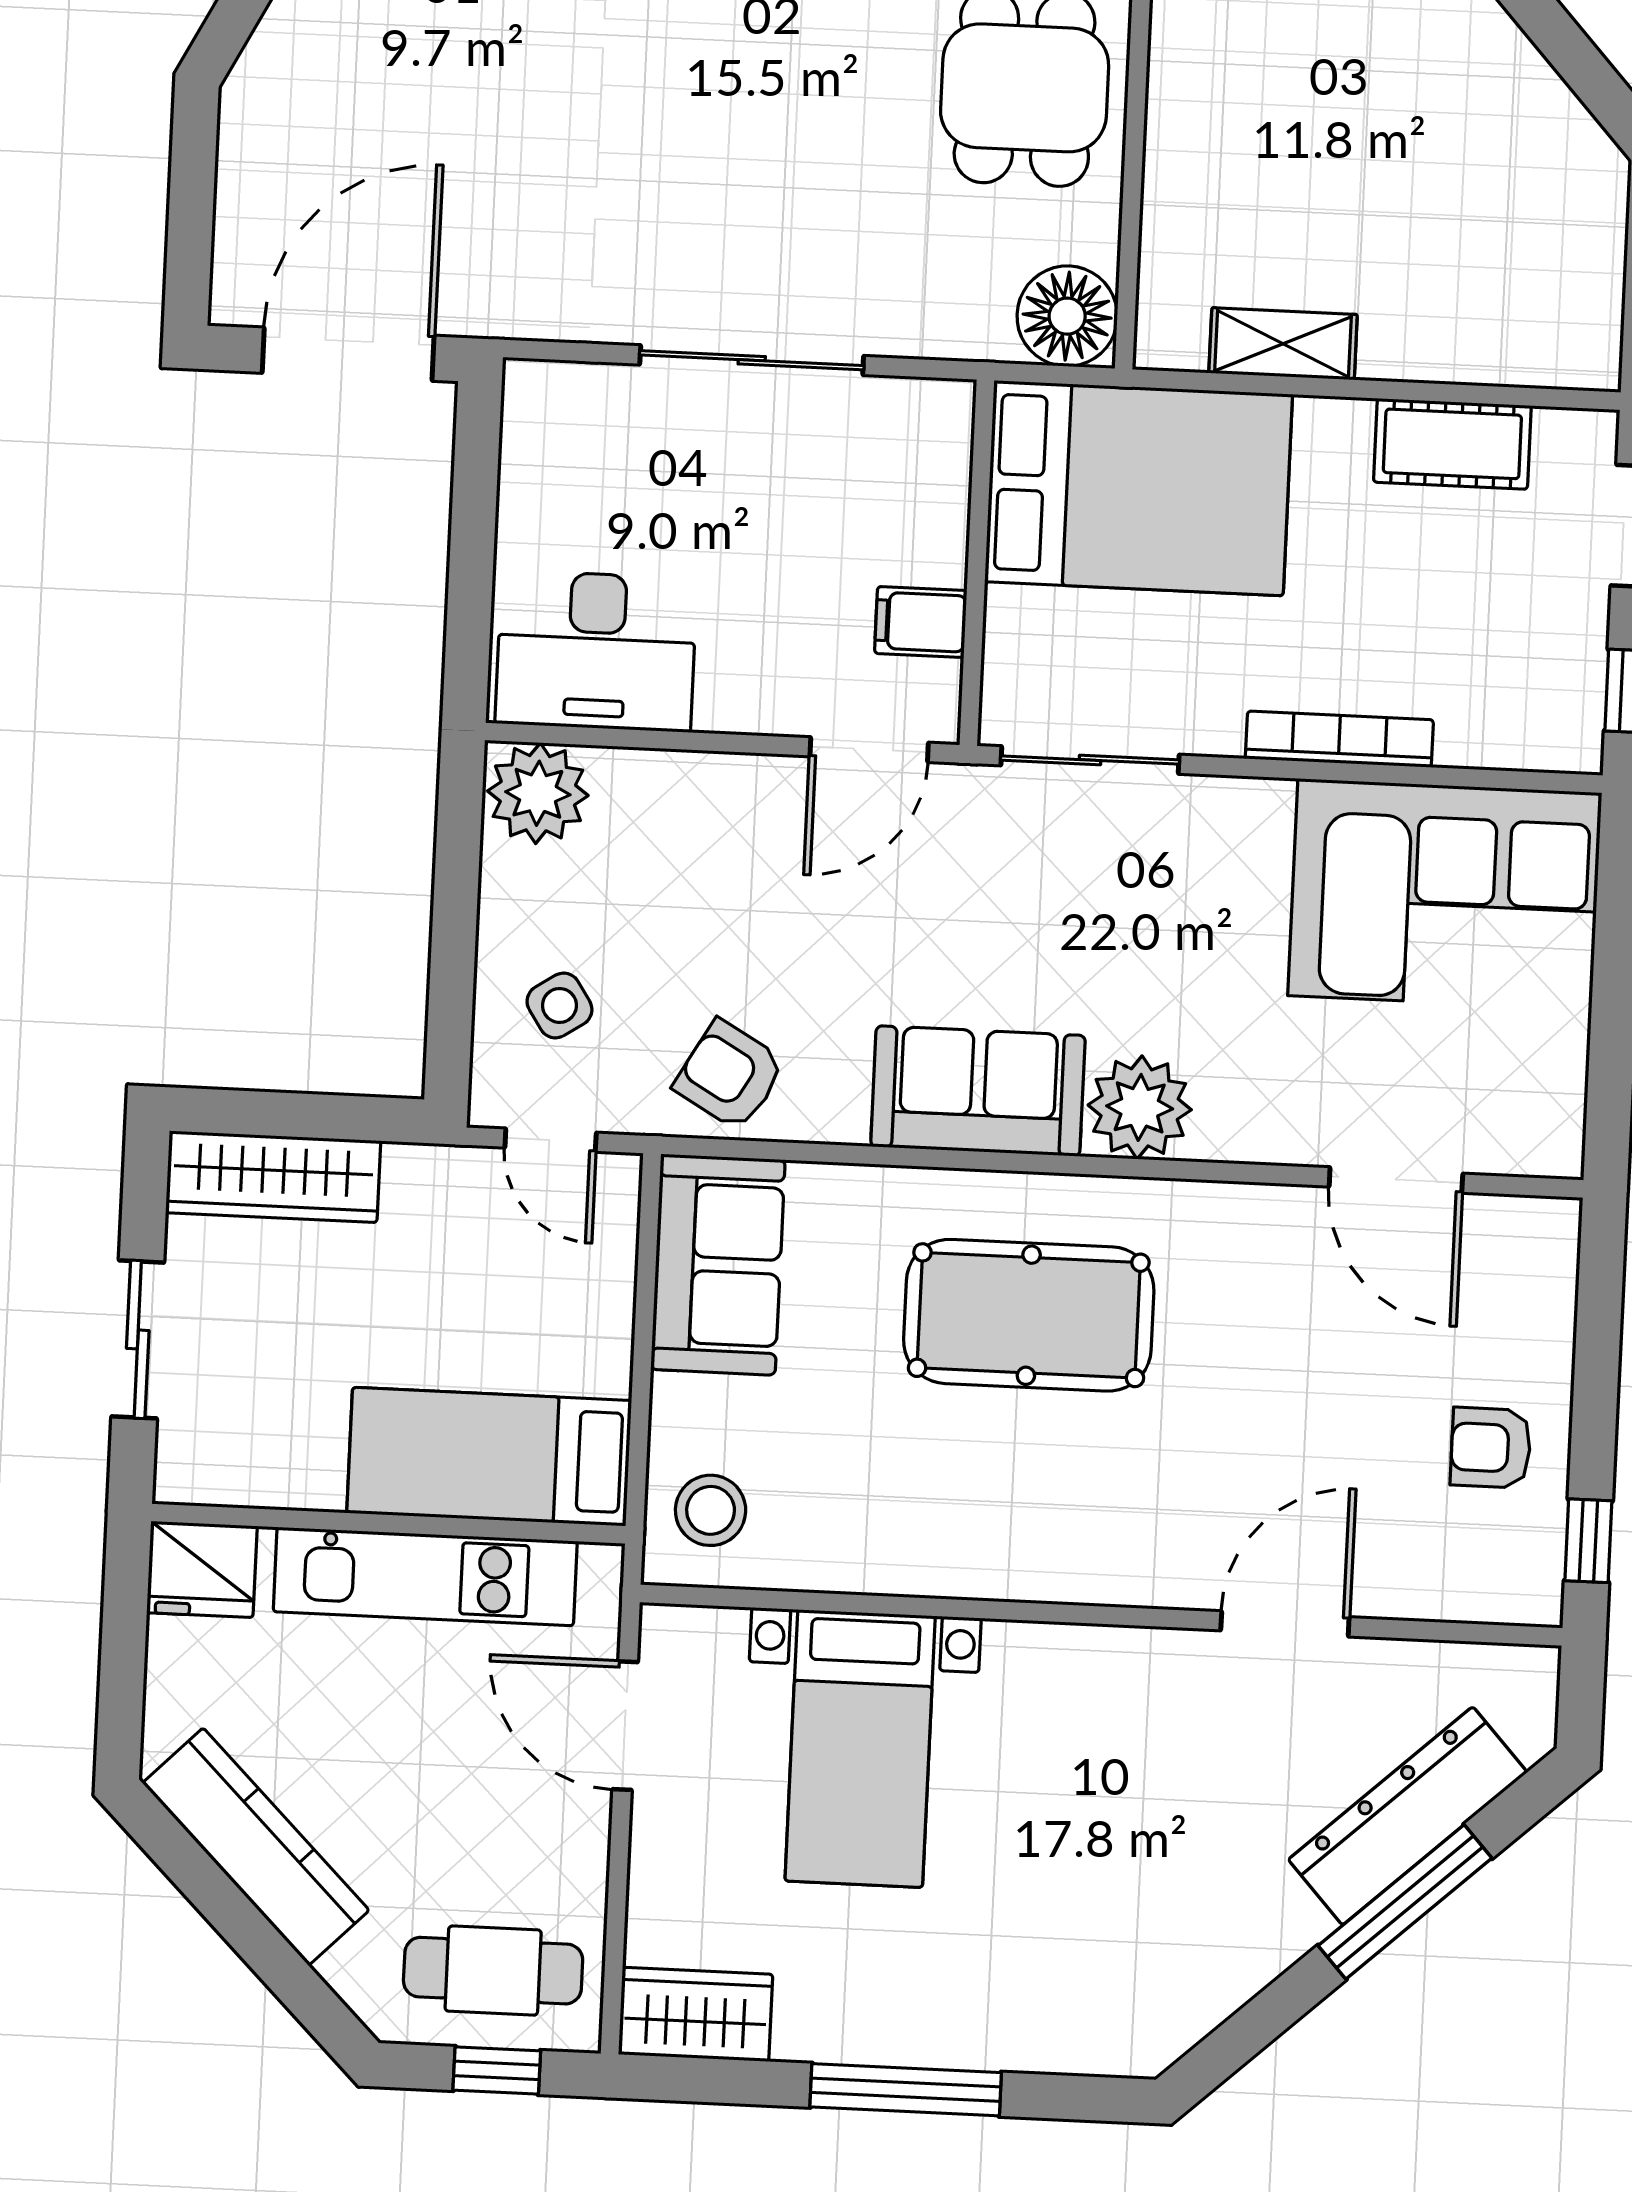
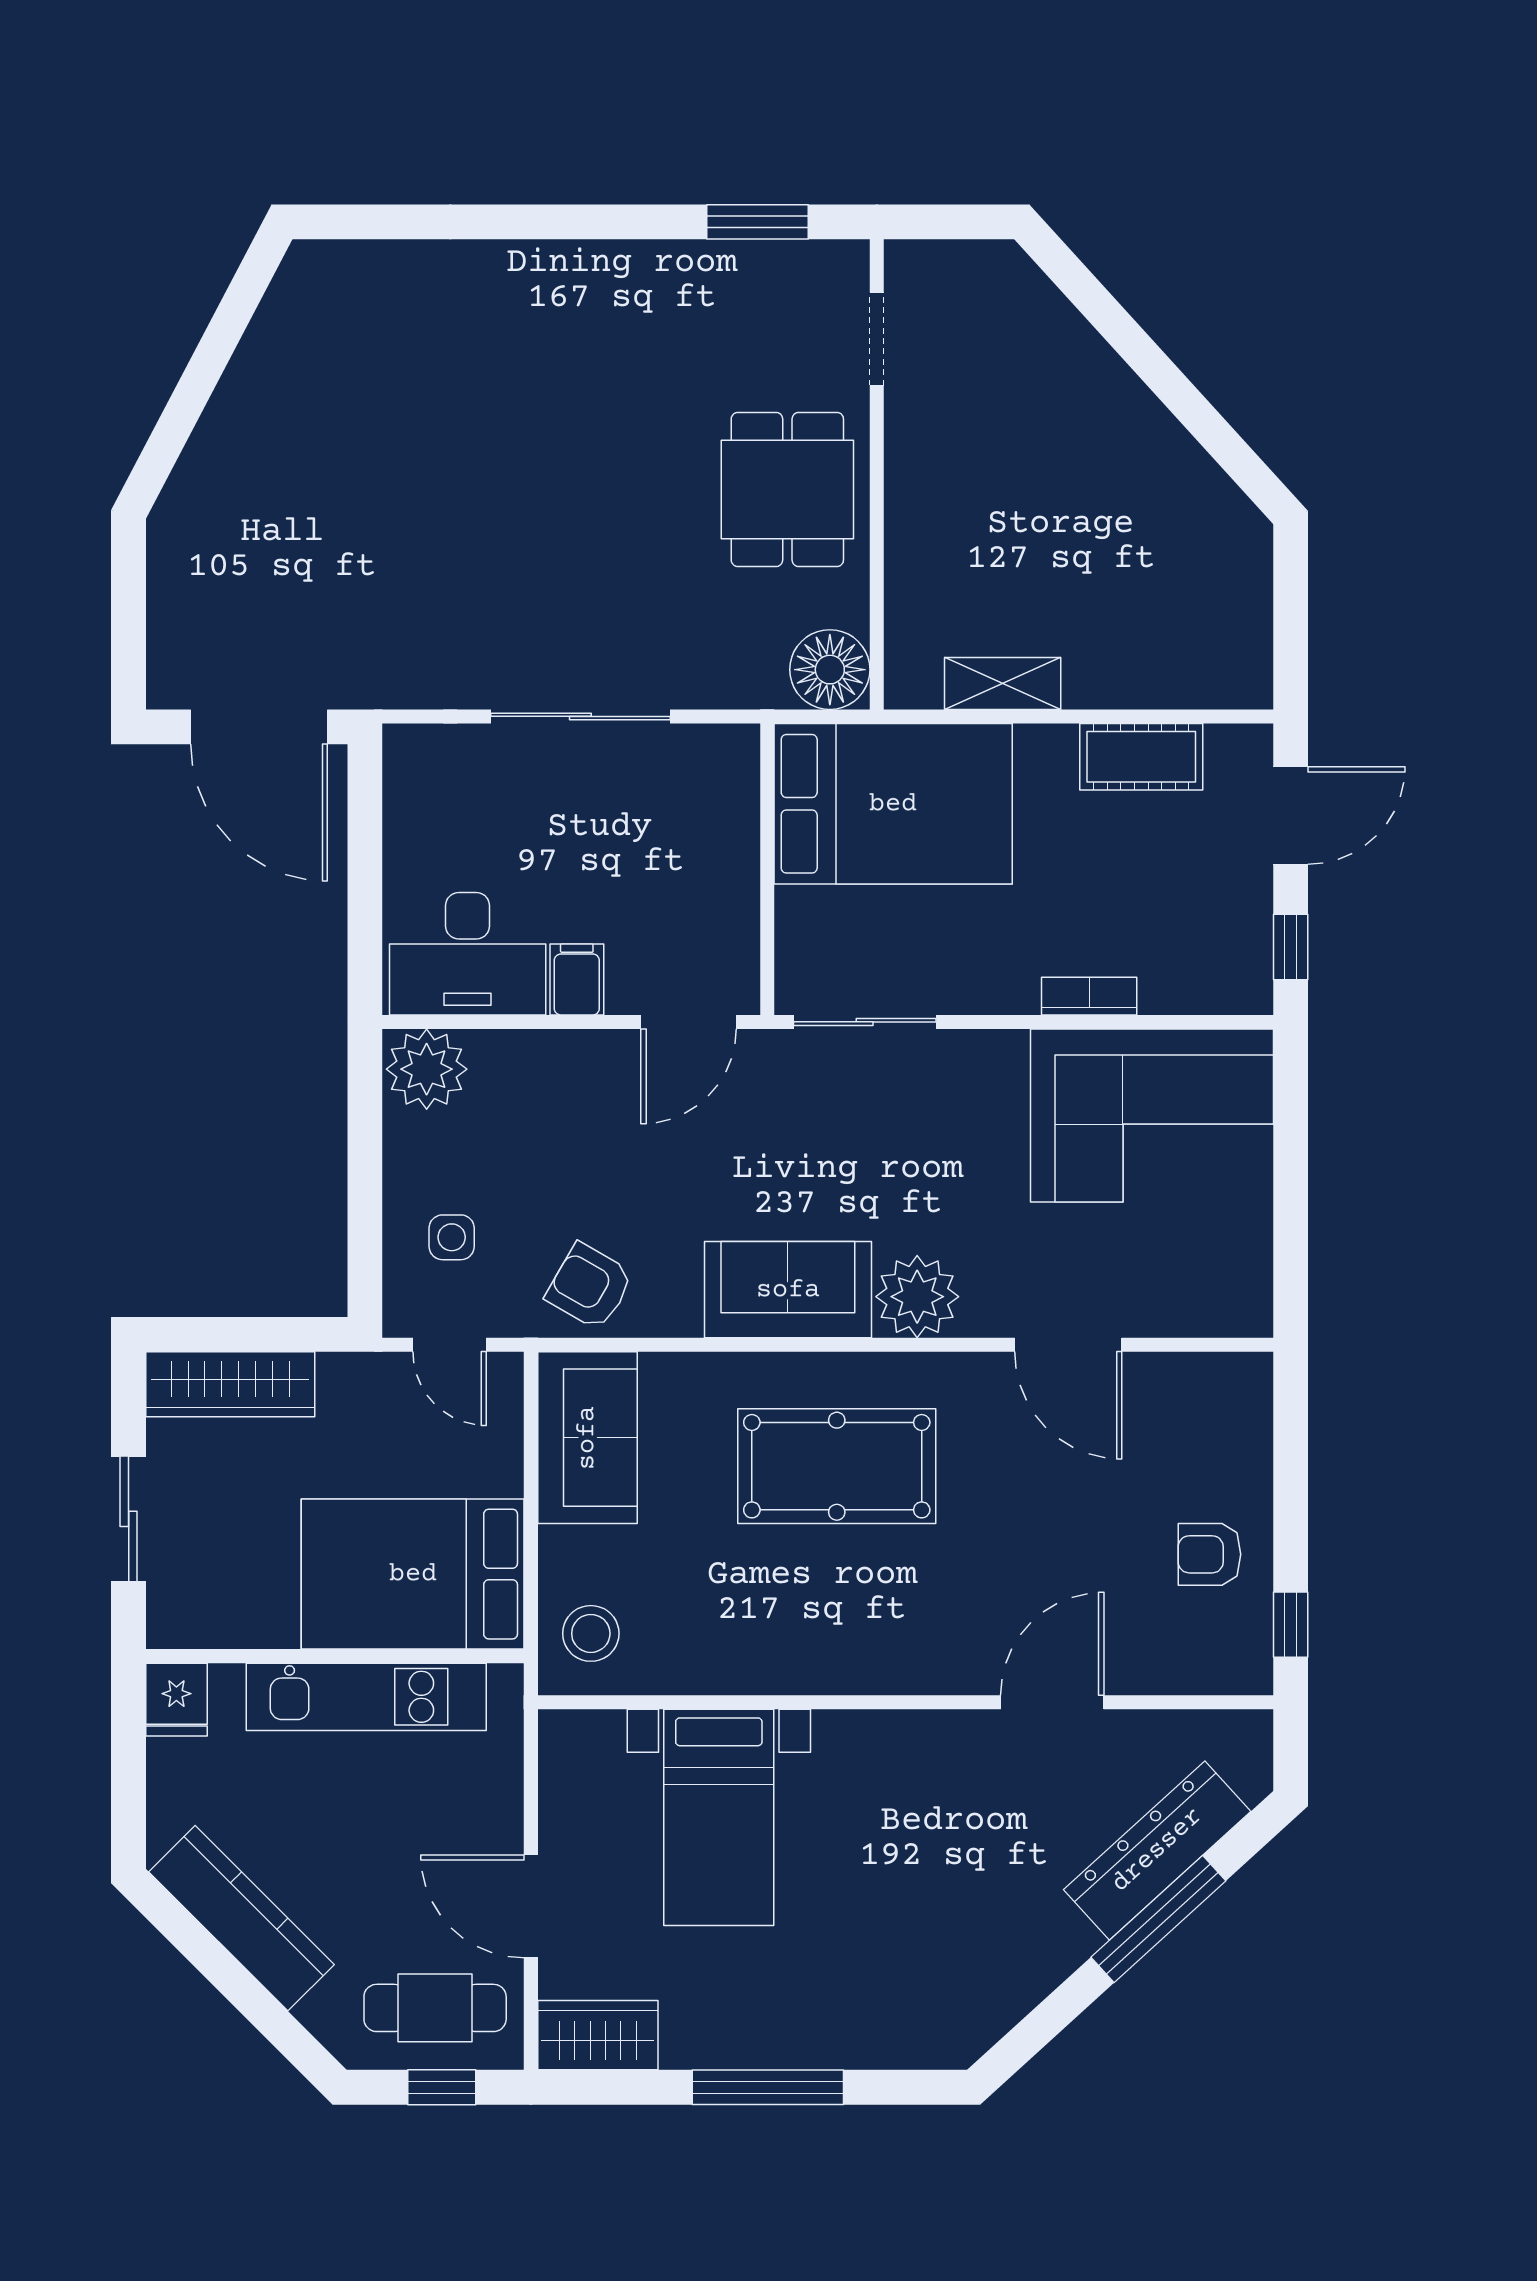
door: (348, 354) -> (259, 727), swing flipped
filing cabinet: (921, 622) -> (577, 980), moved, turned 90
bookcase: (1339, 739) -> (1089, 996), width x0.64
side table: (559, 1005) -> (452, 1237), turned 33
door: (1396, 1180) -> (1068, 1345), moved
bed: (489, 1457) -> (413, 1574), width x1.50
fridge: (202, 1569) -> (176, 1700), width x0.72
door: (625, 1726) -> (531, 1906), moved

